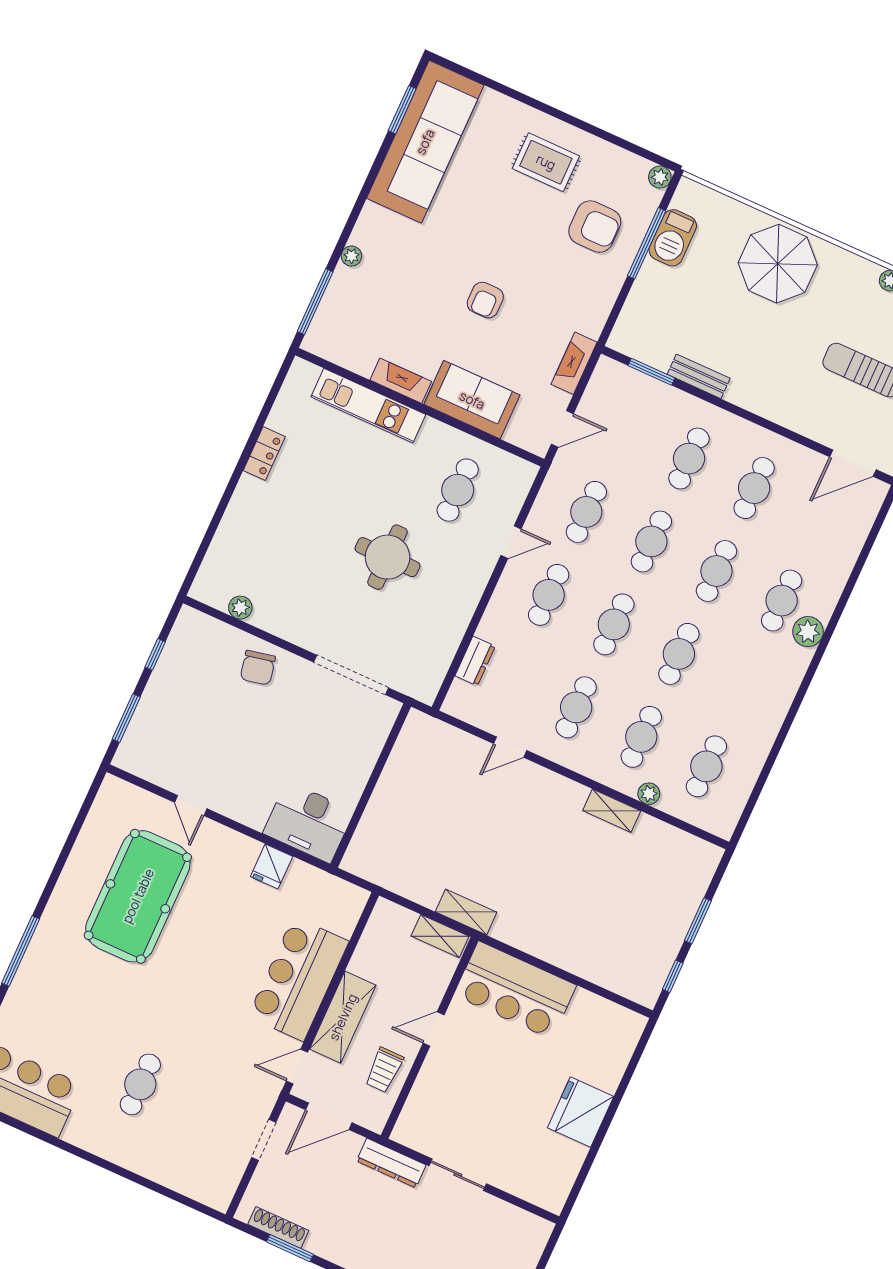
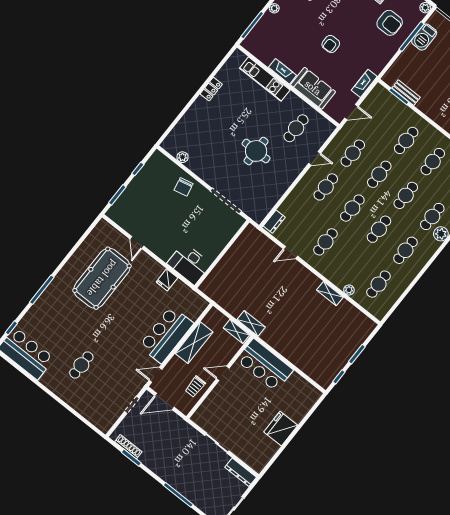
bench: (699, 376) -> (406, 93), moved
dresser: (475, 661) -> (274, 222), moved
cafe table: (641, 737) -> (405, 250), moved
shelving: (343, 1017) -> (194, 343), moved
dresser: (391, 1163) -> (241, 472), moved

